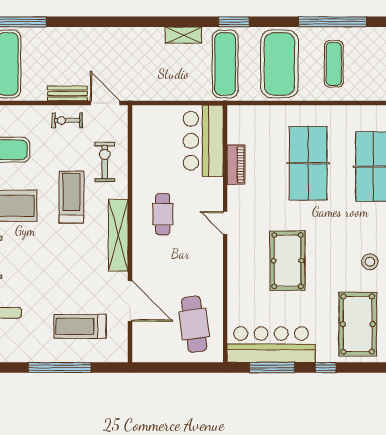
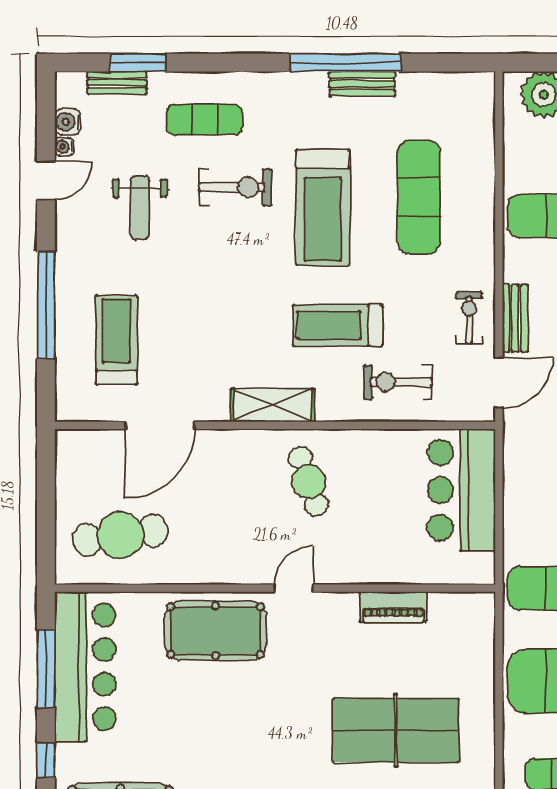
bar counter: (203, 141) -> (461, 490), moved, turned -90
exercise bike: (105, 162) -> (398, 382), turned 180
treadmill: (71, 197) -> (338, 325), turned 180
cafe table: (163, 214) -> (308, 481), turned 71
shelving: (118, 235) -> (273, 405), width x0.68
pool table: (287, 261) -> (215, 631), moved

